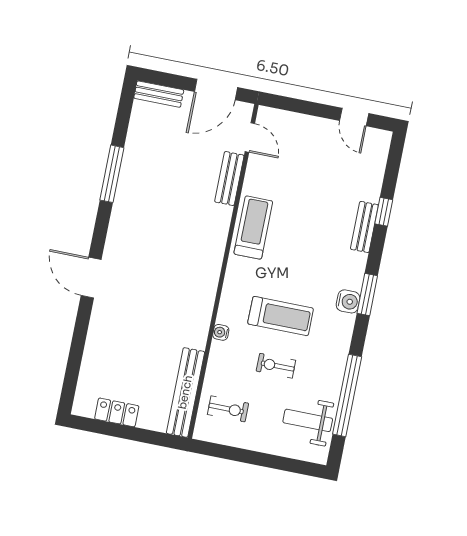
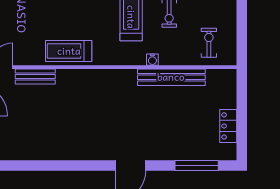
window: (112, 174) -> (197, 166), moved
bench: (185, 392) -> (171, 77), moved

